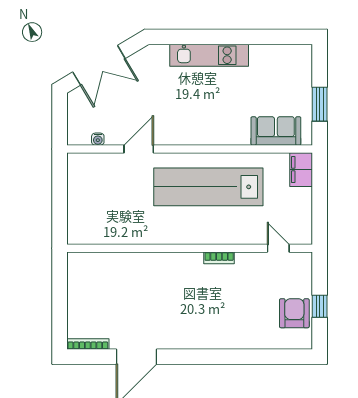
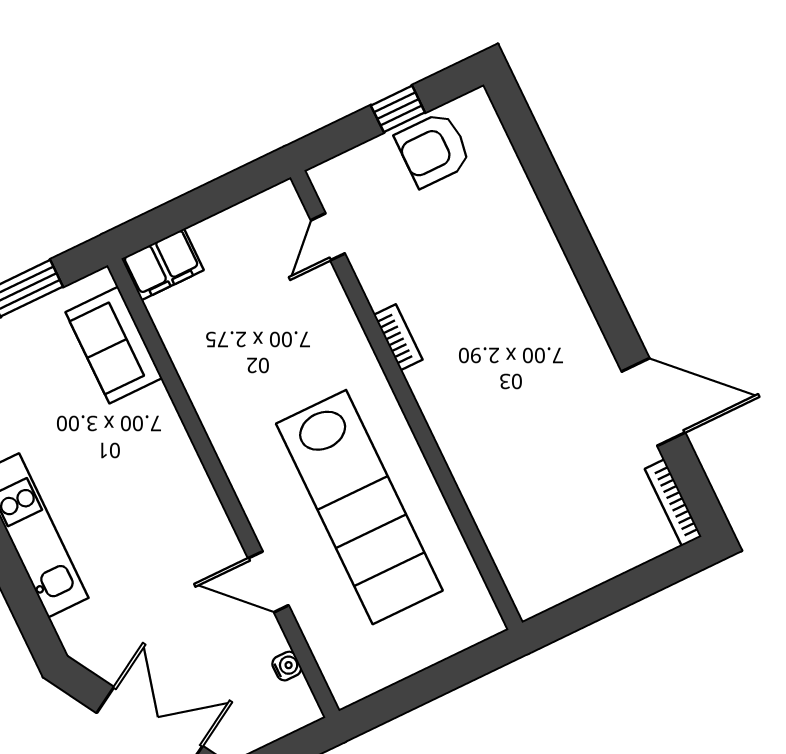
lab bench: (208, 187) -> (359, 507), moved

